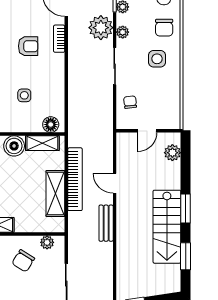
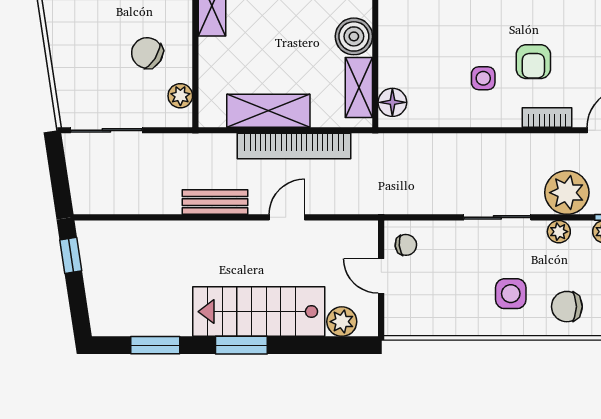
side table: (24, 95) -> (483, 78), moved
chair: (130, 102) -> (406, 245), moved
stairs: (167, 227) -> (259, 312), moved

